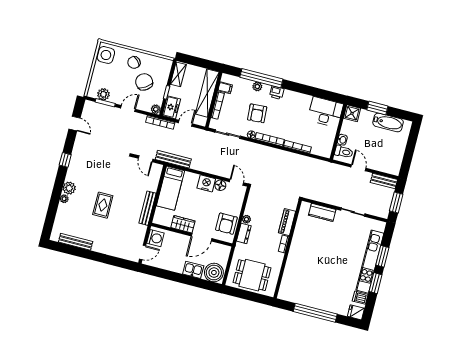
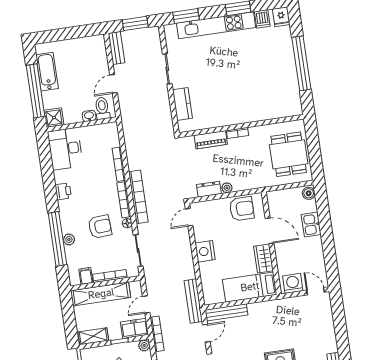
printer: (277, 93) -> (63, 191), moved
window: (377, 108) -> (36, 91), width x2.11
door: (185, 123) -> (146, 304), hinge flipped
bookcase: (267, 151) -> (138, 197), added
floor lamp: (220, 185) -> (201, 234), removed
bed: (170, 188) -> (250, 287), moved, turned 180
bench: (147, 208) -> (226, 312), moved
dresser: (244, 233) -> (209, 189), moved
window: (382, 256) -> (186, 16), moved
boiler: (214, 273) -> (309, 193), width x0.54, depth x0.54

